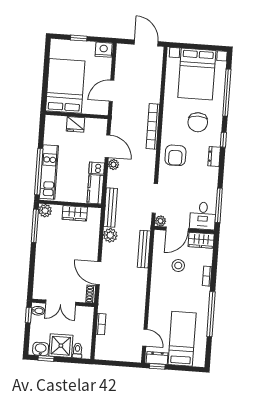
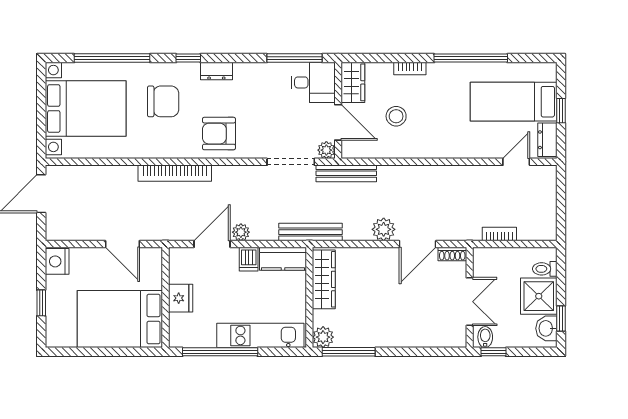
armchair: (175, 155) -> (219, 134), turned 180
window: (39, 172) -> (220, 352), moved
wardrobe: (75, 213) -> (324, 279), width x1.50
plant: (110, 235) -> (384, 229), moved
bench: (144, 249) -> (346, 173), moved
window: (157, 366) -> (561, 111), moved

